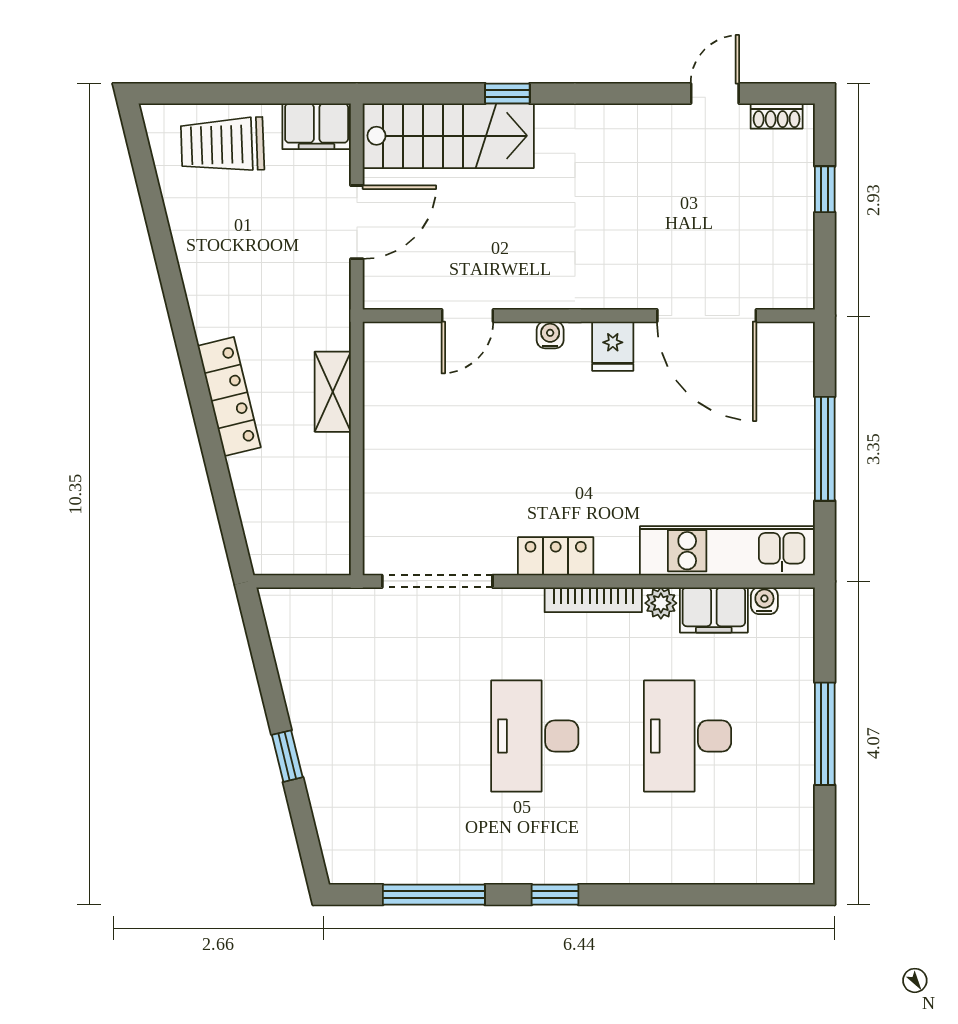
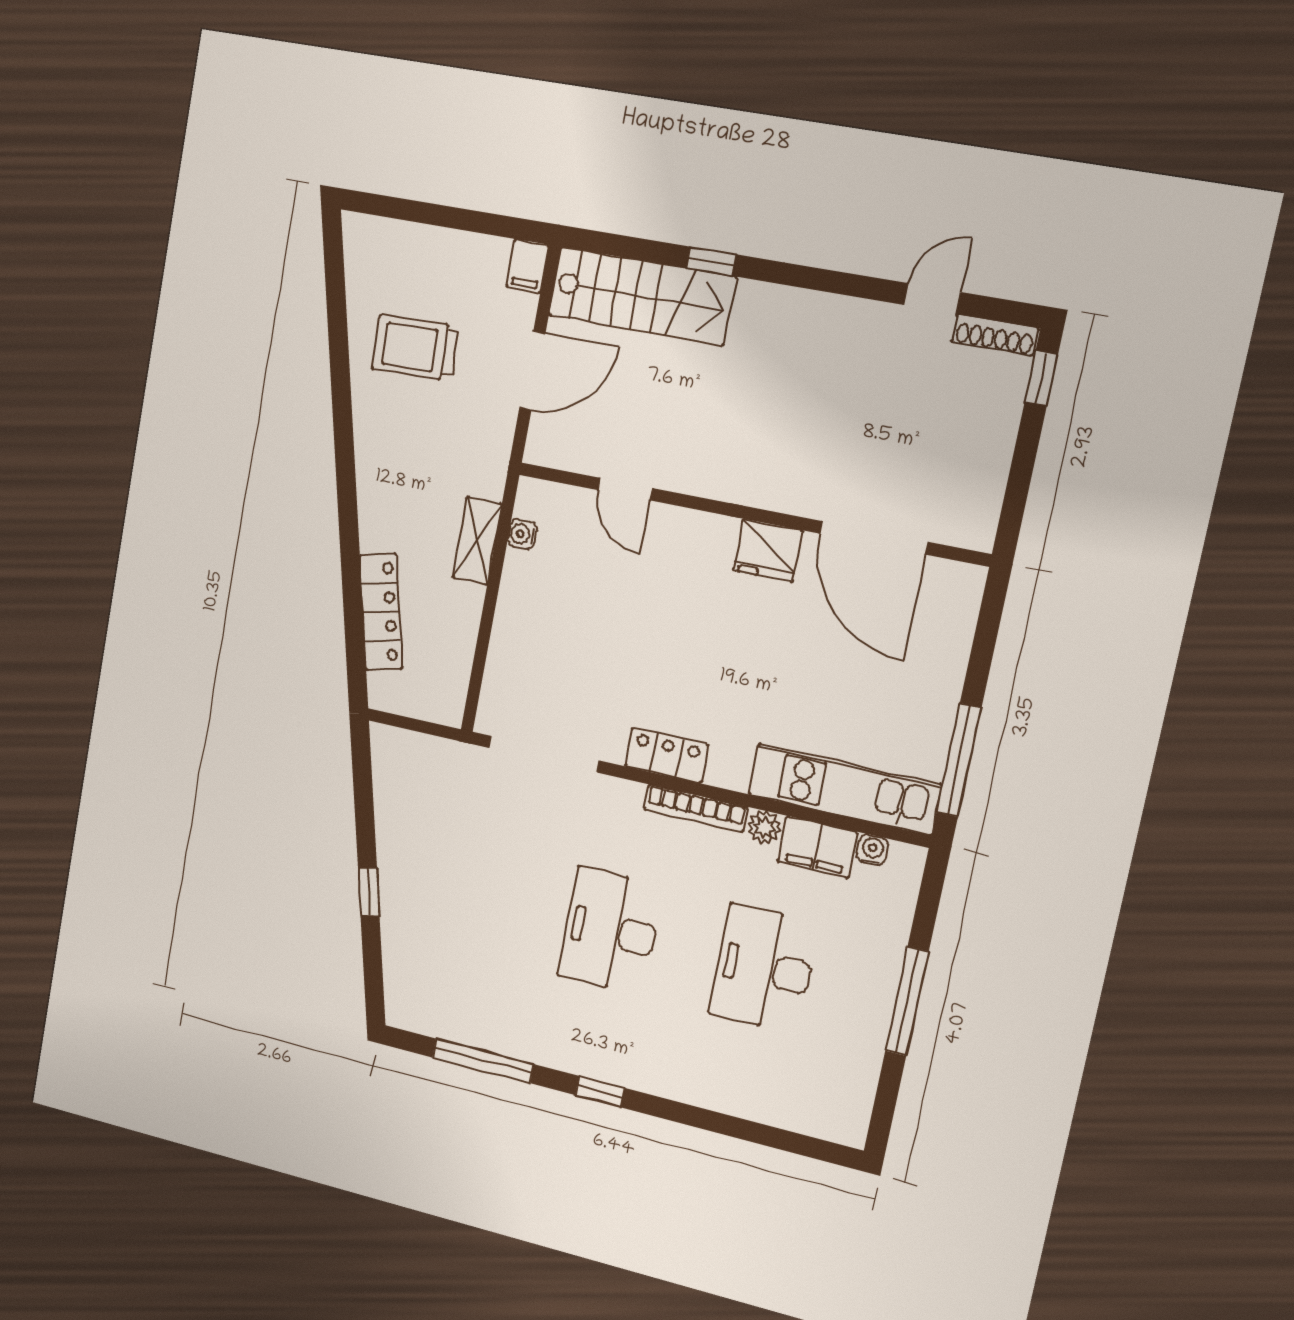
shoe rack: (777, 116) -> (995, 335), width x1.43
filing cabinet: (317, 126) -> (528, 266), width x0.50
trolley: (222, 145) -> (415, 348), moved
window: (825, 189) -> (1041, 378), moved
door: (467, 316) -> (625, 489), hinge flipped
water cooler: (550, 335) -> (522, 534), moved, turned -90
fridge: (613, 346) -> (768, 551), width x1.38
locker: (229, 397) -> (381, 612), moved
window: (825, 449) -> (959, 760), moved

